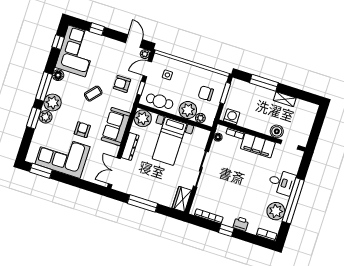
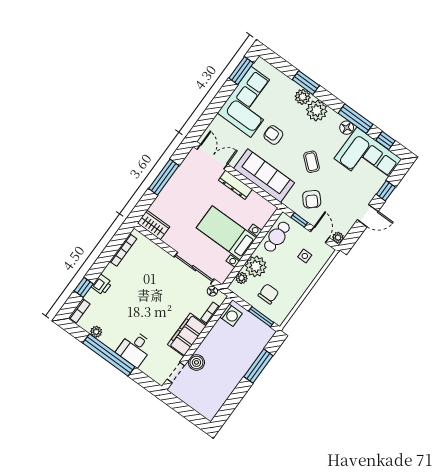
door: (134, 41) -> (368, 216), moved
armchair: (122, 84) -> (312, 199), turned 138
window: (44, 87) -> (355, 119), moved
shelving: (285, 99) -> (231, 384), removed
plant: (143, 118) -> (263, 210), removed
sofa: (116, 127) -> (264, 176), width x1.36
armchair: (82, 130) -> (273, 135), turned 180
sliding door: (201, 169) -> (194, 268), moved
plant: (276, 211) -> (96, 332), width x0.53, depth x0.53
window: (226, 230) -> (84, 287), moved

